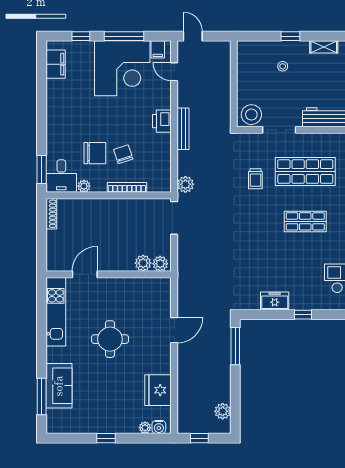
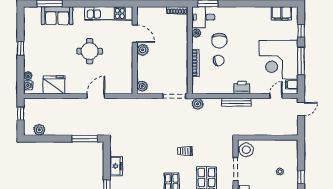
trolley: (255, 179) -> (185, 151), moved
plant: (143, 263) -> (143, 50), moved
door: (174, 330) -> (96, 96), swing flipped

